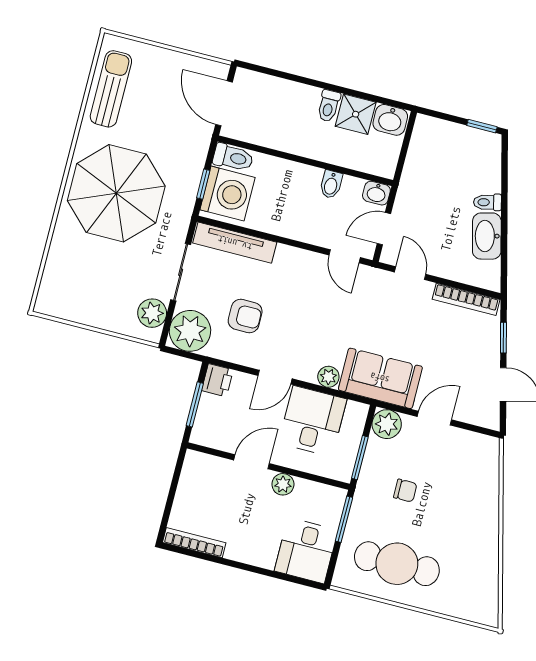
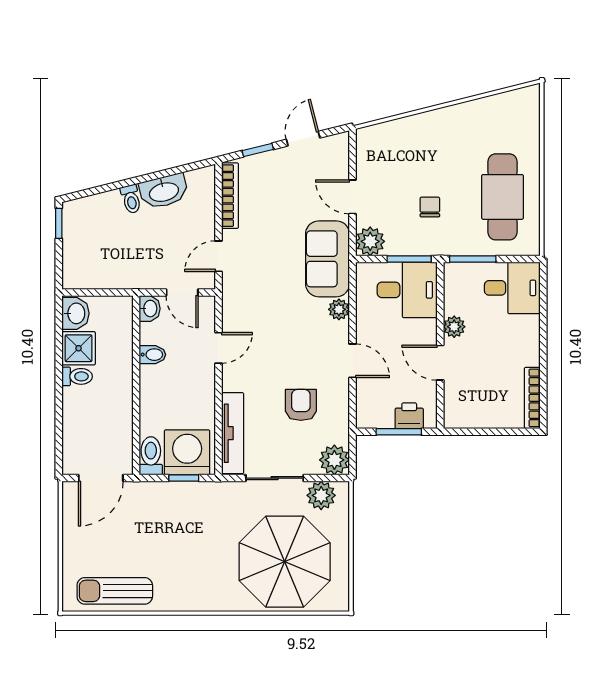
parasol: (116, 193) -> (285, 562), moved
door: (345, 256) -> (219, 348), moved
plant: (190, 331) -> (334, 460), width x0.73, depth x0.73
printer: (217, 380) -> (409, 416), moved
desk: (313, 421) -> (407, 290), moved, turned 180

